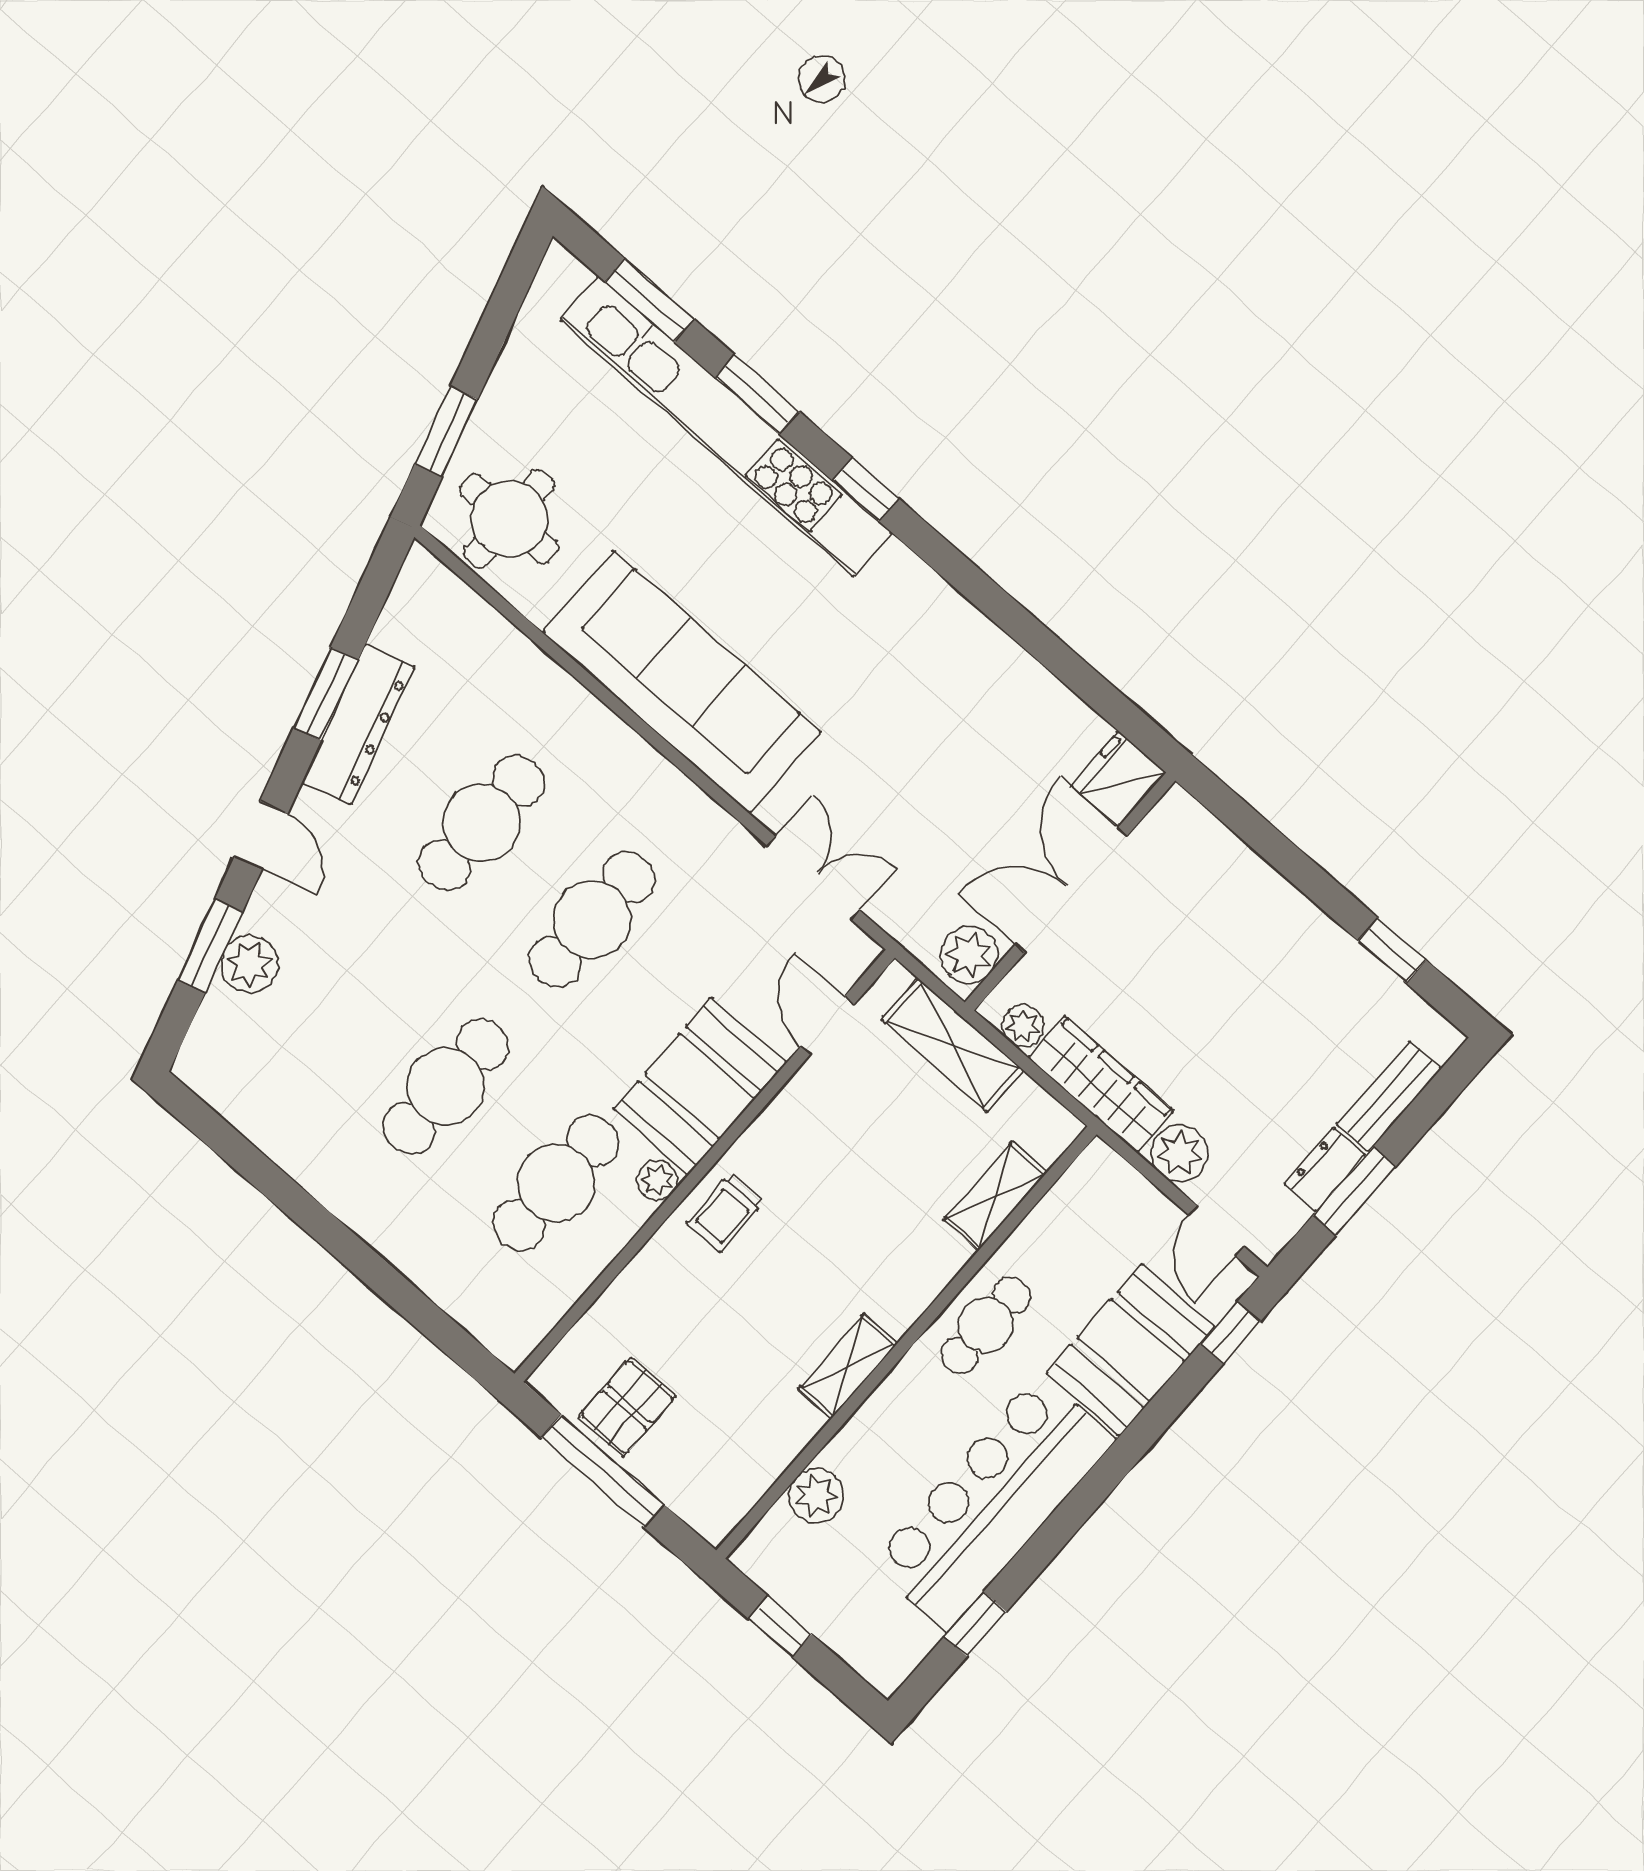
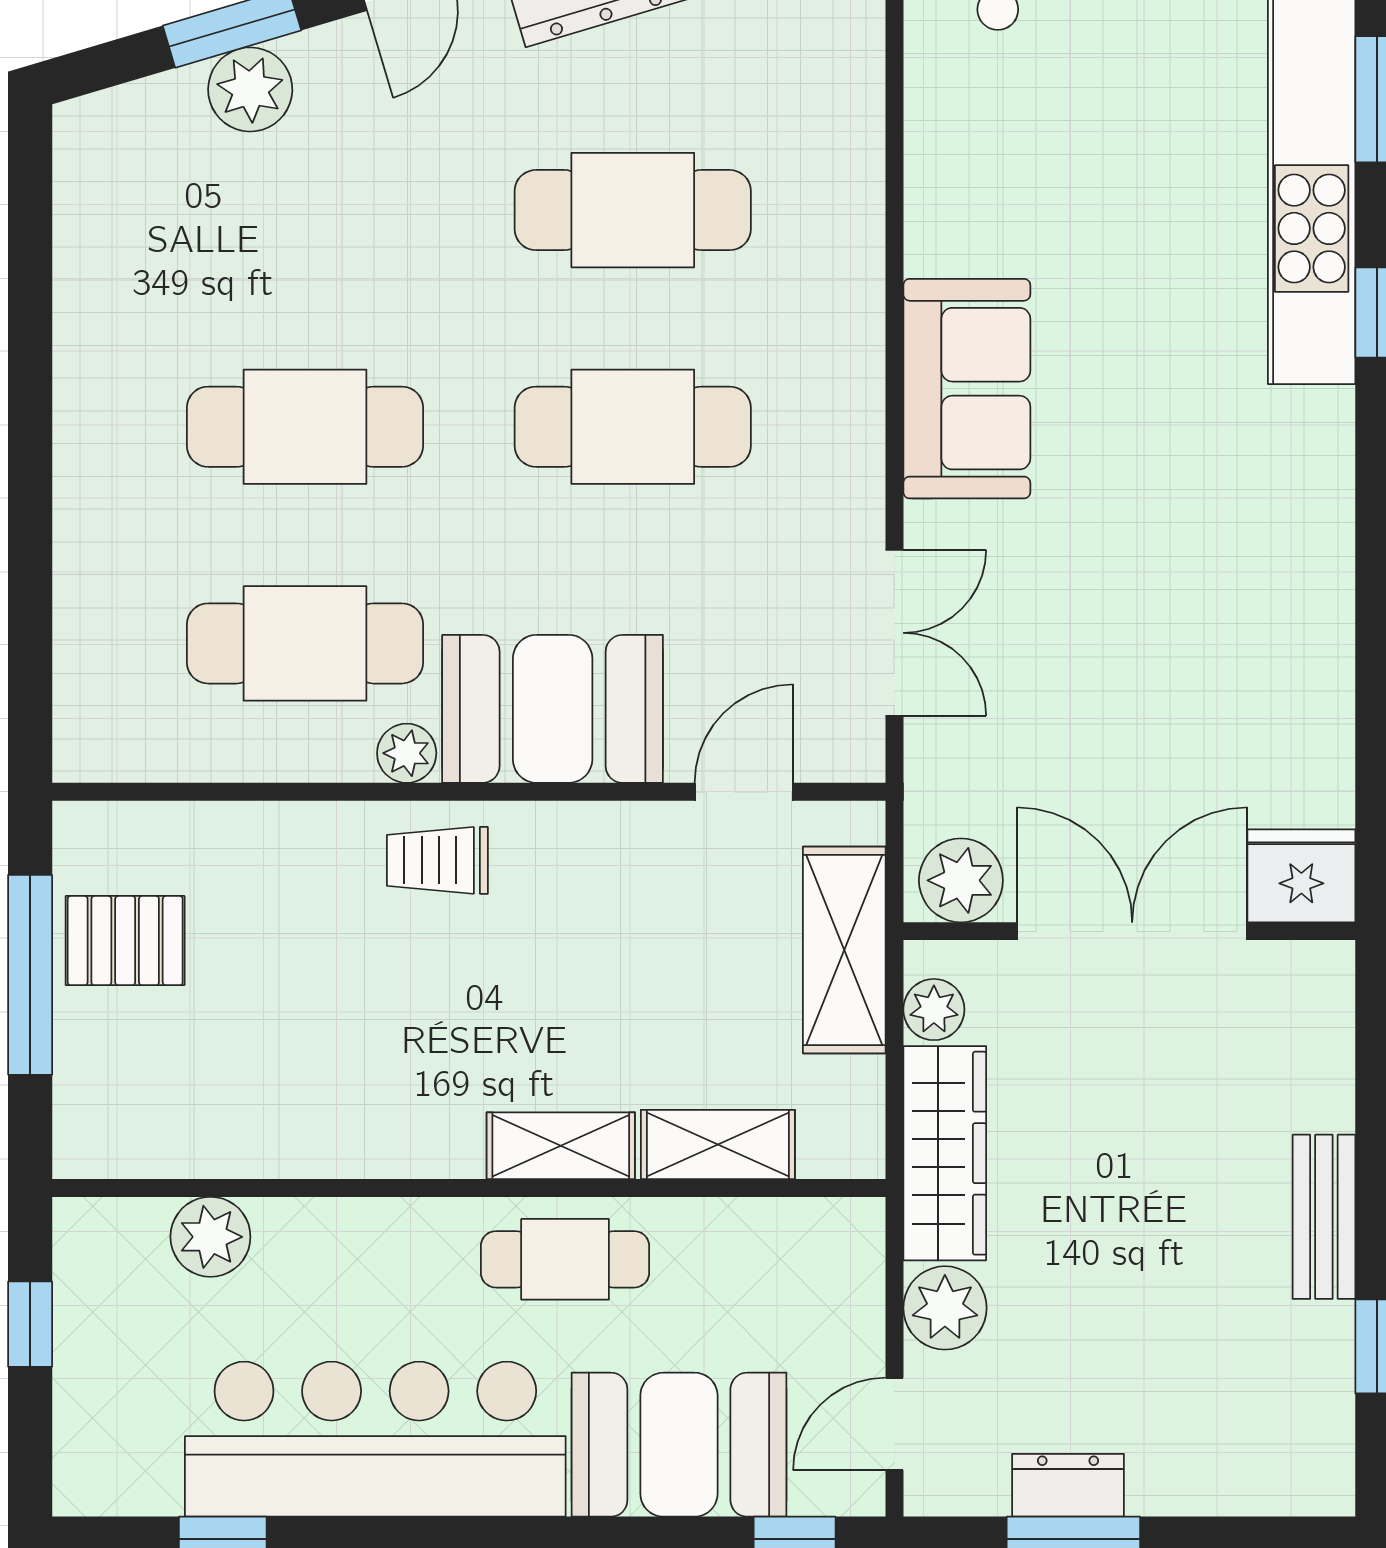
sofa: (681, 682) -> (967, 389), width x0.54, depth x0.79
bench: (1389, 1096) -> (1324, 1217), moved, turned 90
shelving: (848, 1366) -> (561, 1146), moved

